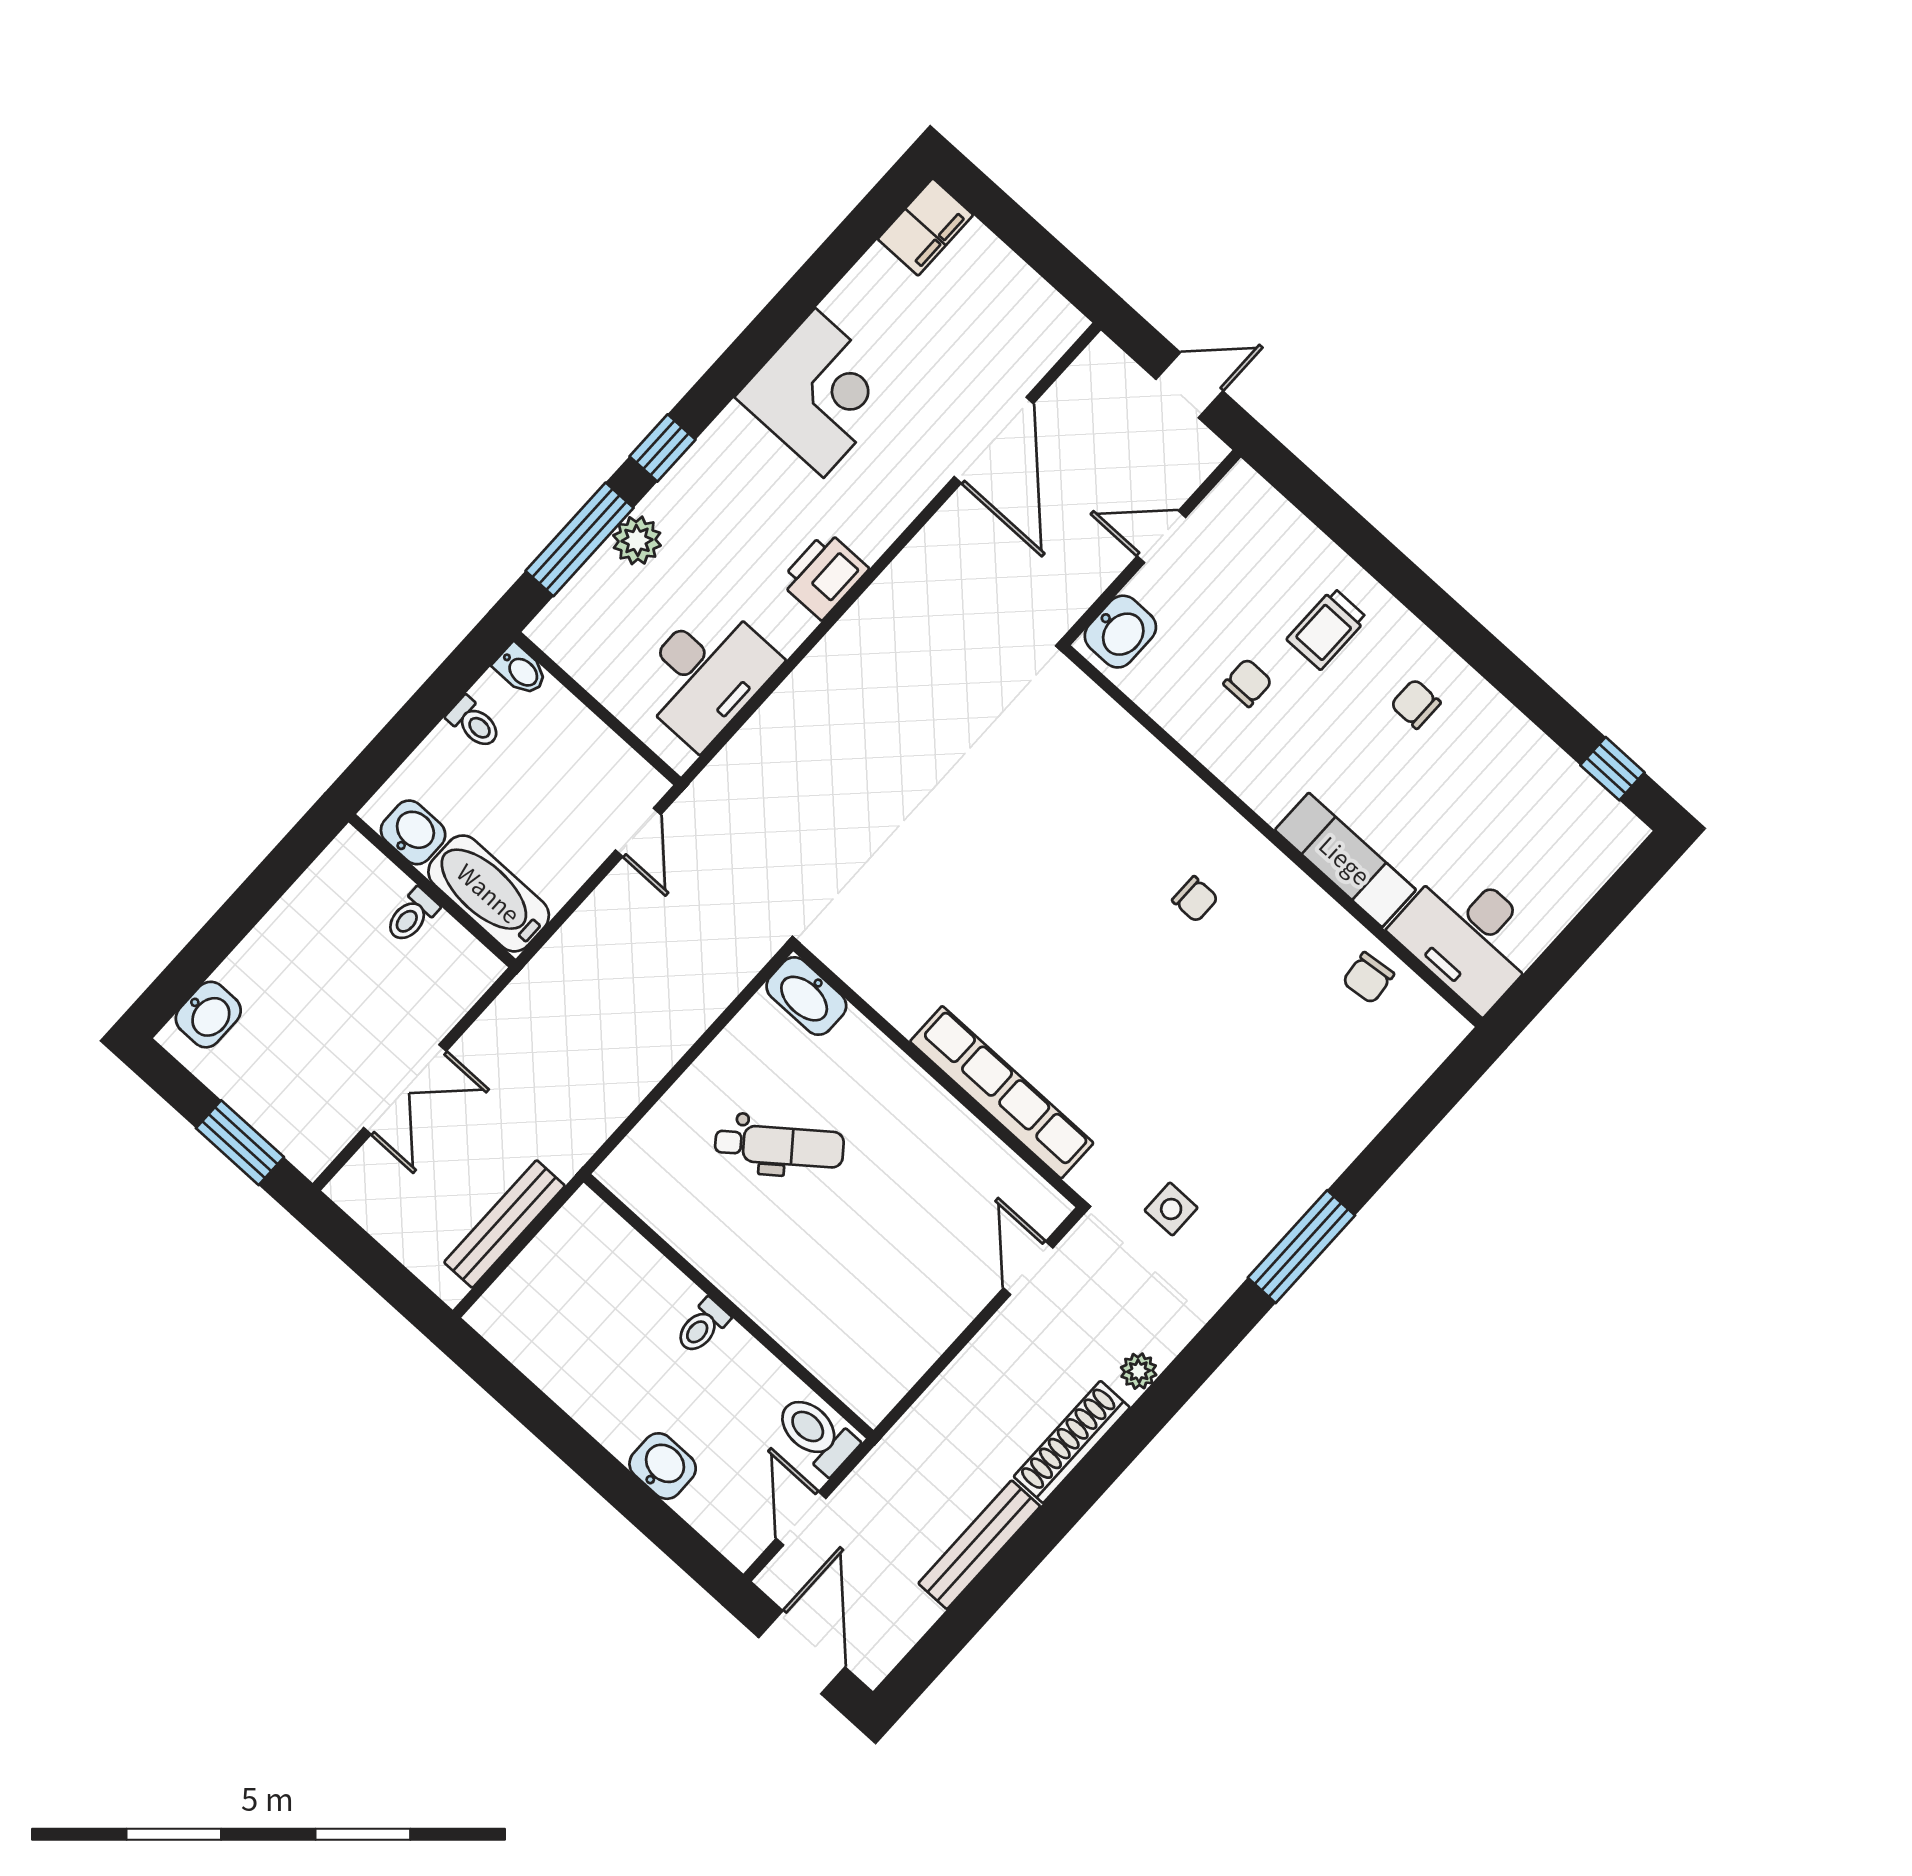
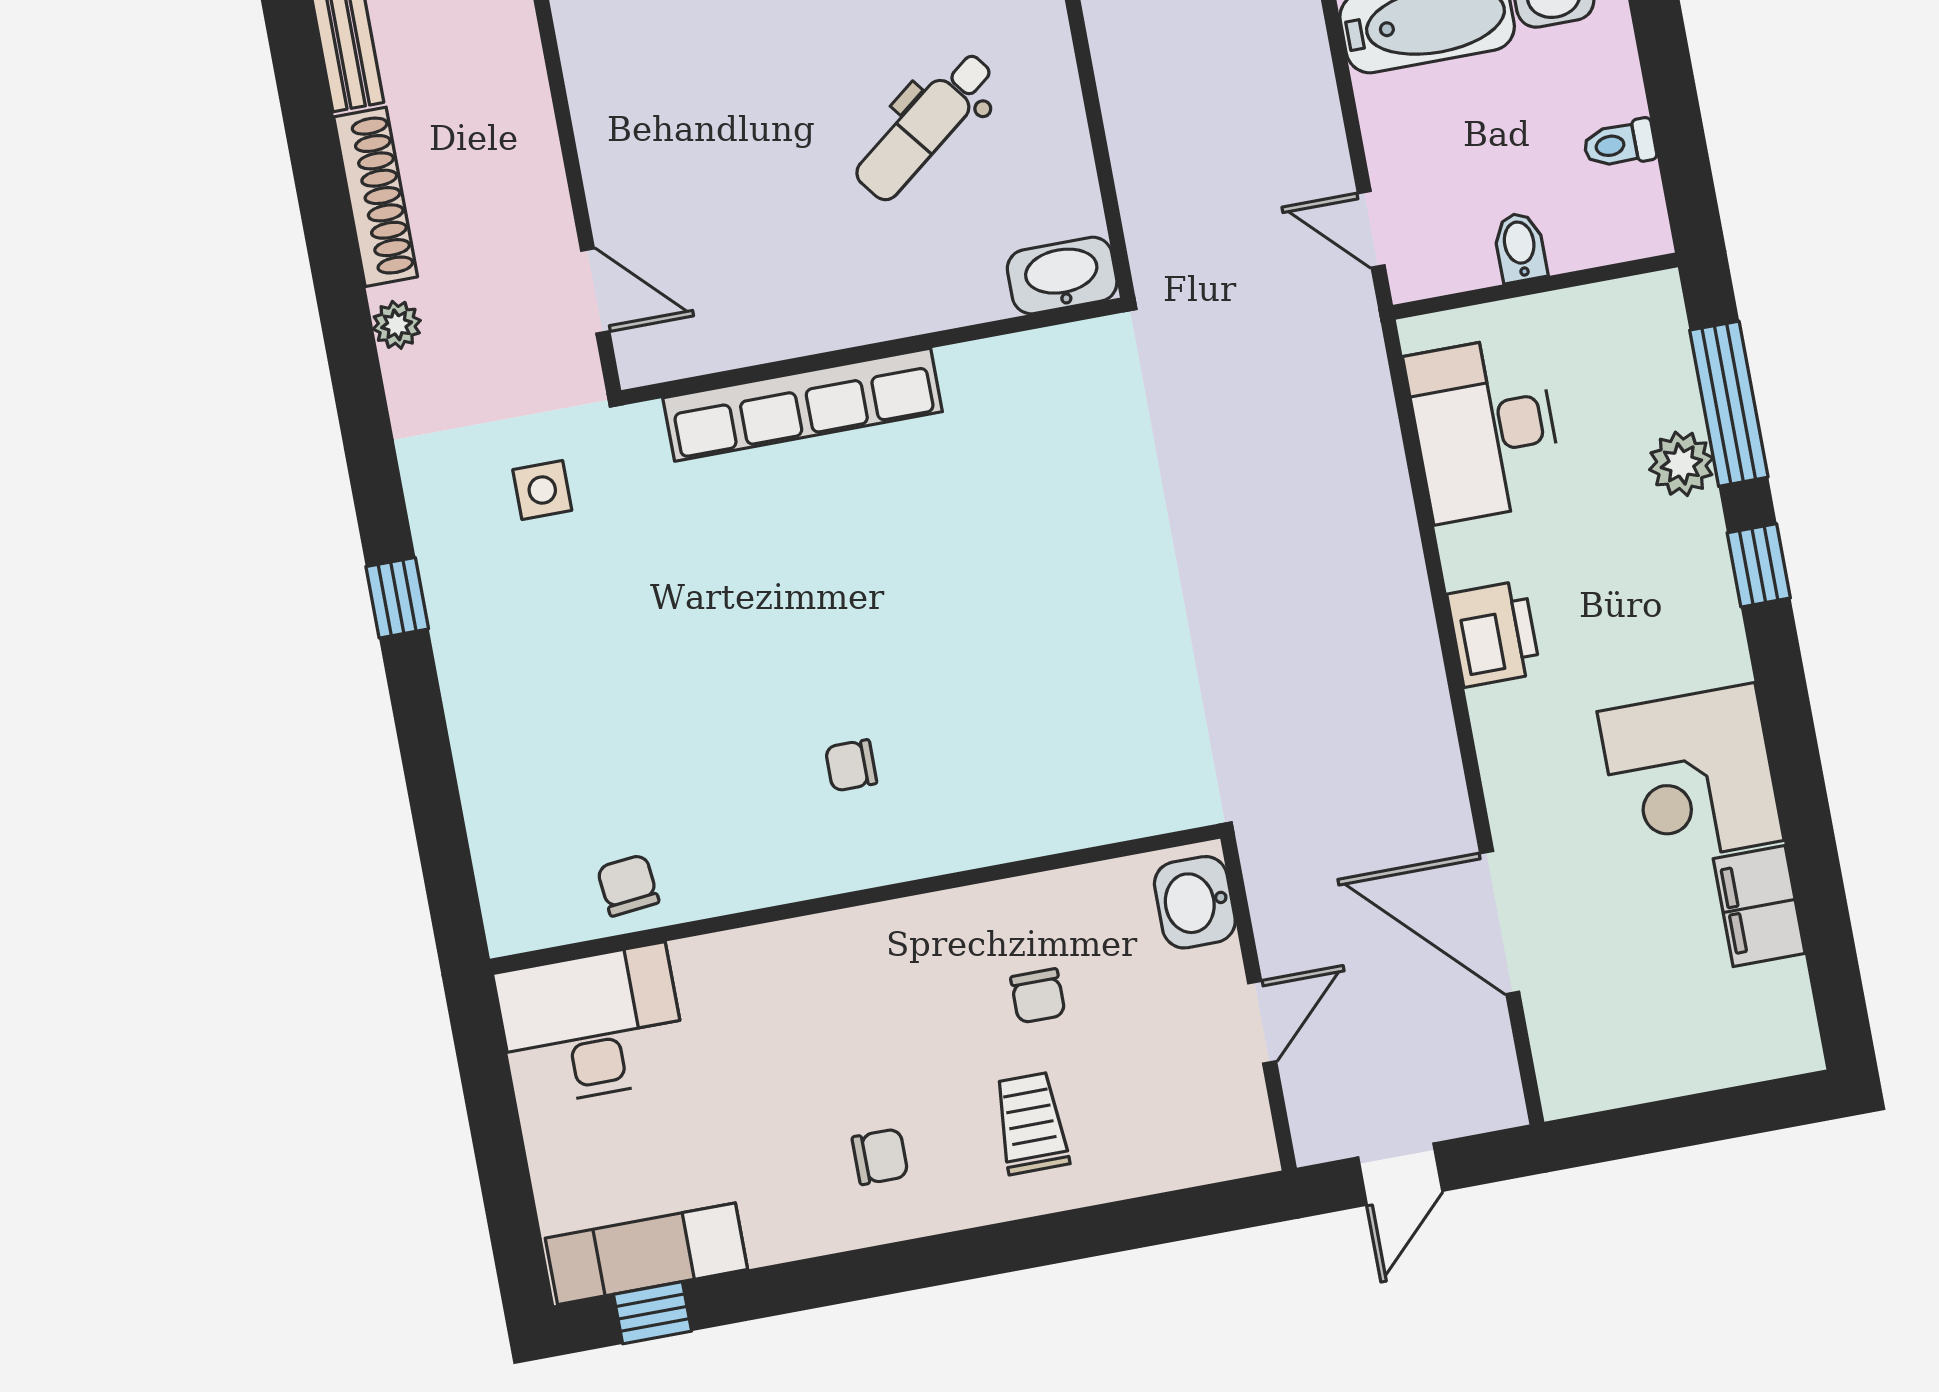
filing cabinet: (925, 227) -> (1759, 906), moved
bidet: (521, 670) -> (1520, 247), moved, turned 90
exam couch: (1345, 860) -> (646, 1254), moved, turned 180
window: (1301, 1247) -> (397, 598), width x0.46

